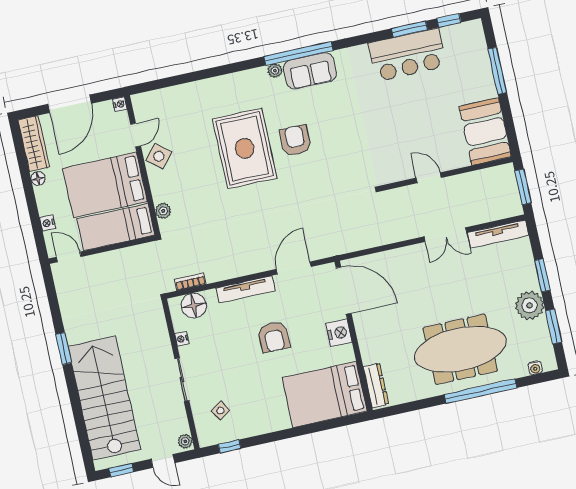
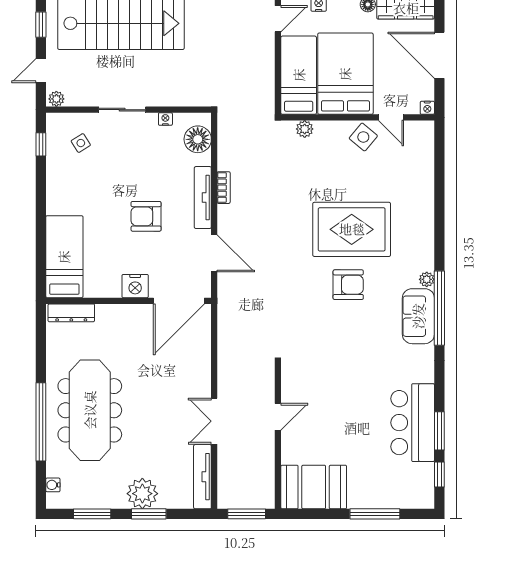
bookcase: (190, 282) -> (224, 188), moved
plant: (530, 305) -> (142, 494), moved
bed: (325, 394) -> (64, 257), width x0.67

